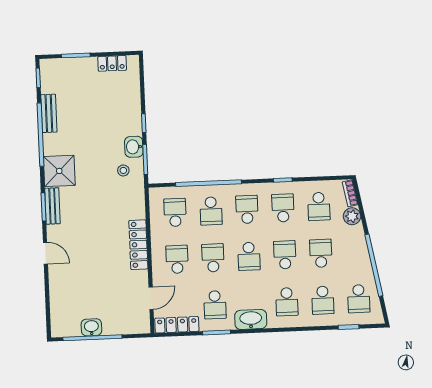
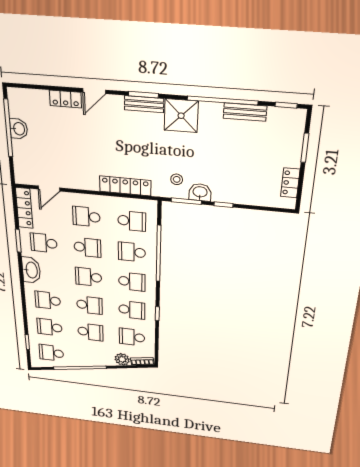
locker: (138, 245) -> (125, 186), moved
school desk: (177, 259) -> (86, 217), turned 180
locker: (56, 280) -> (65, 99), added
door: (151, 298) -> (49, 188), hinge flipped

